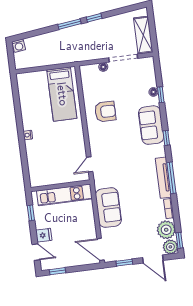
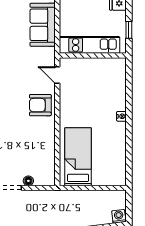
armchair: (105, 112) -> (40, 105), moved
door: (90, 164) -> (57, 75), swing flipped

